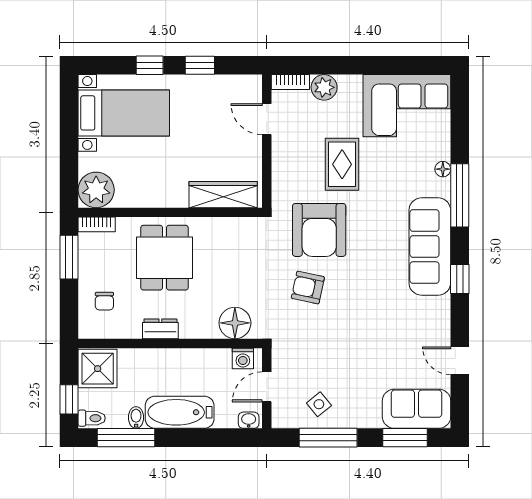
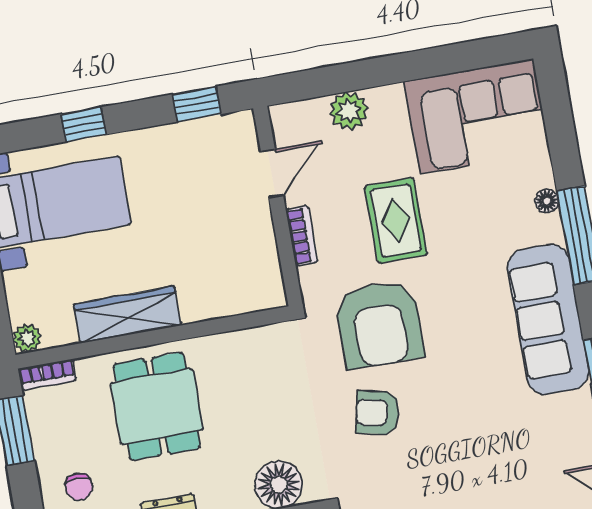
window: (200, 65) -> (196, 104), moved
bookcase: (290, 82) -> (302, 236), moved, turned -90
door: (267, 119) -> (272, 173), swing flipped
plant: (96, 190) -> (27, 338), width x0.53, depth x0.53
wardrobe: (223, 195) -> (127, 315), moved

